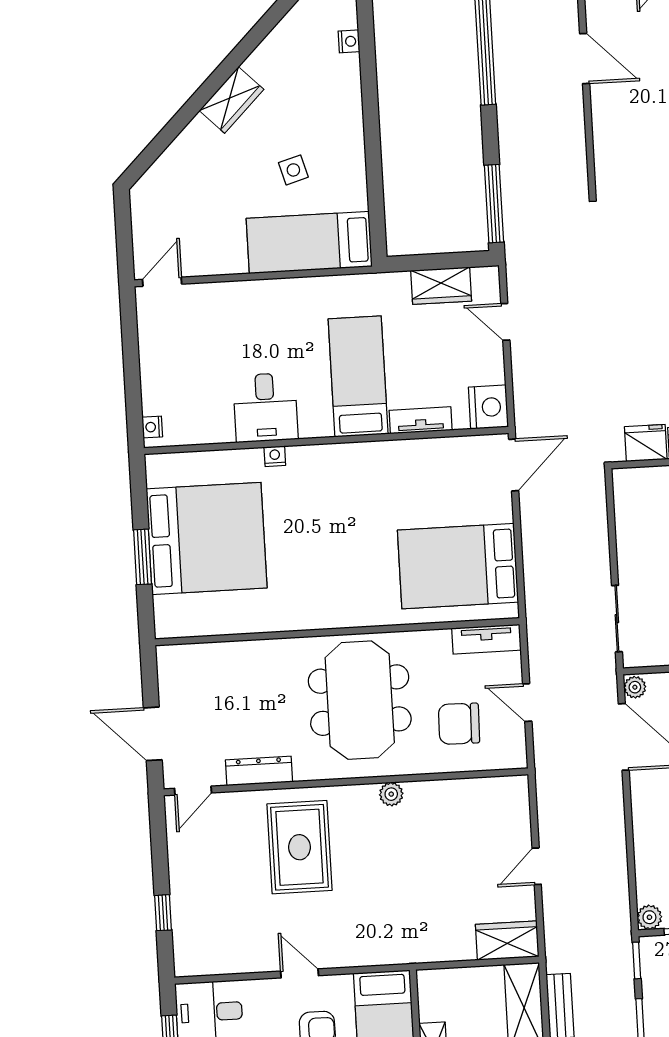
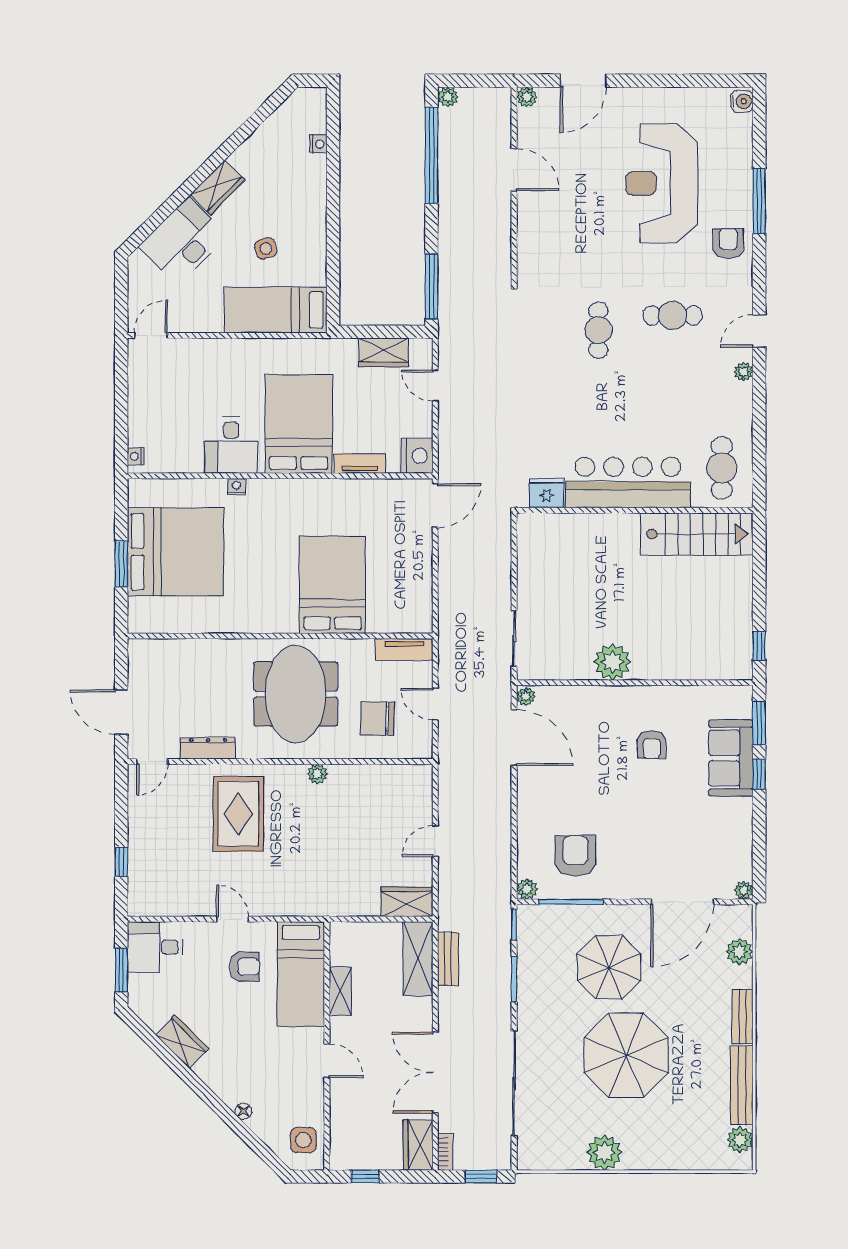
desk: (194, 167) -> (183, 241), added
bed: (358, 377) -> (299, 424), width x1.50
bed: (458, 566) -> (333, 585), moved, turned 90

